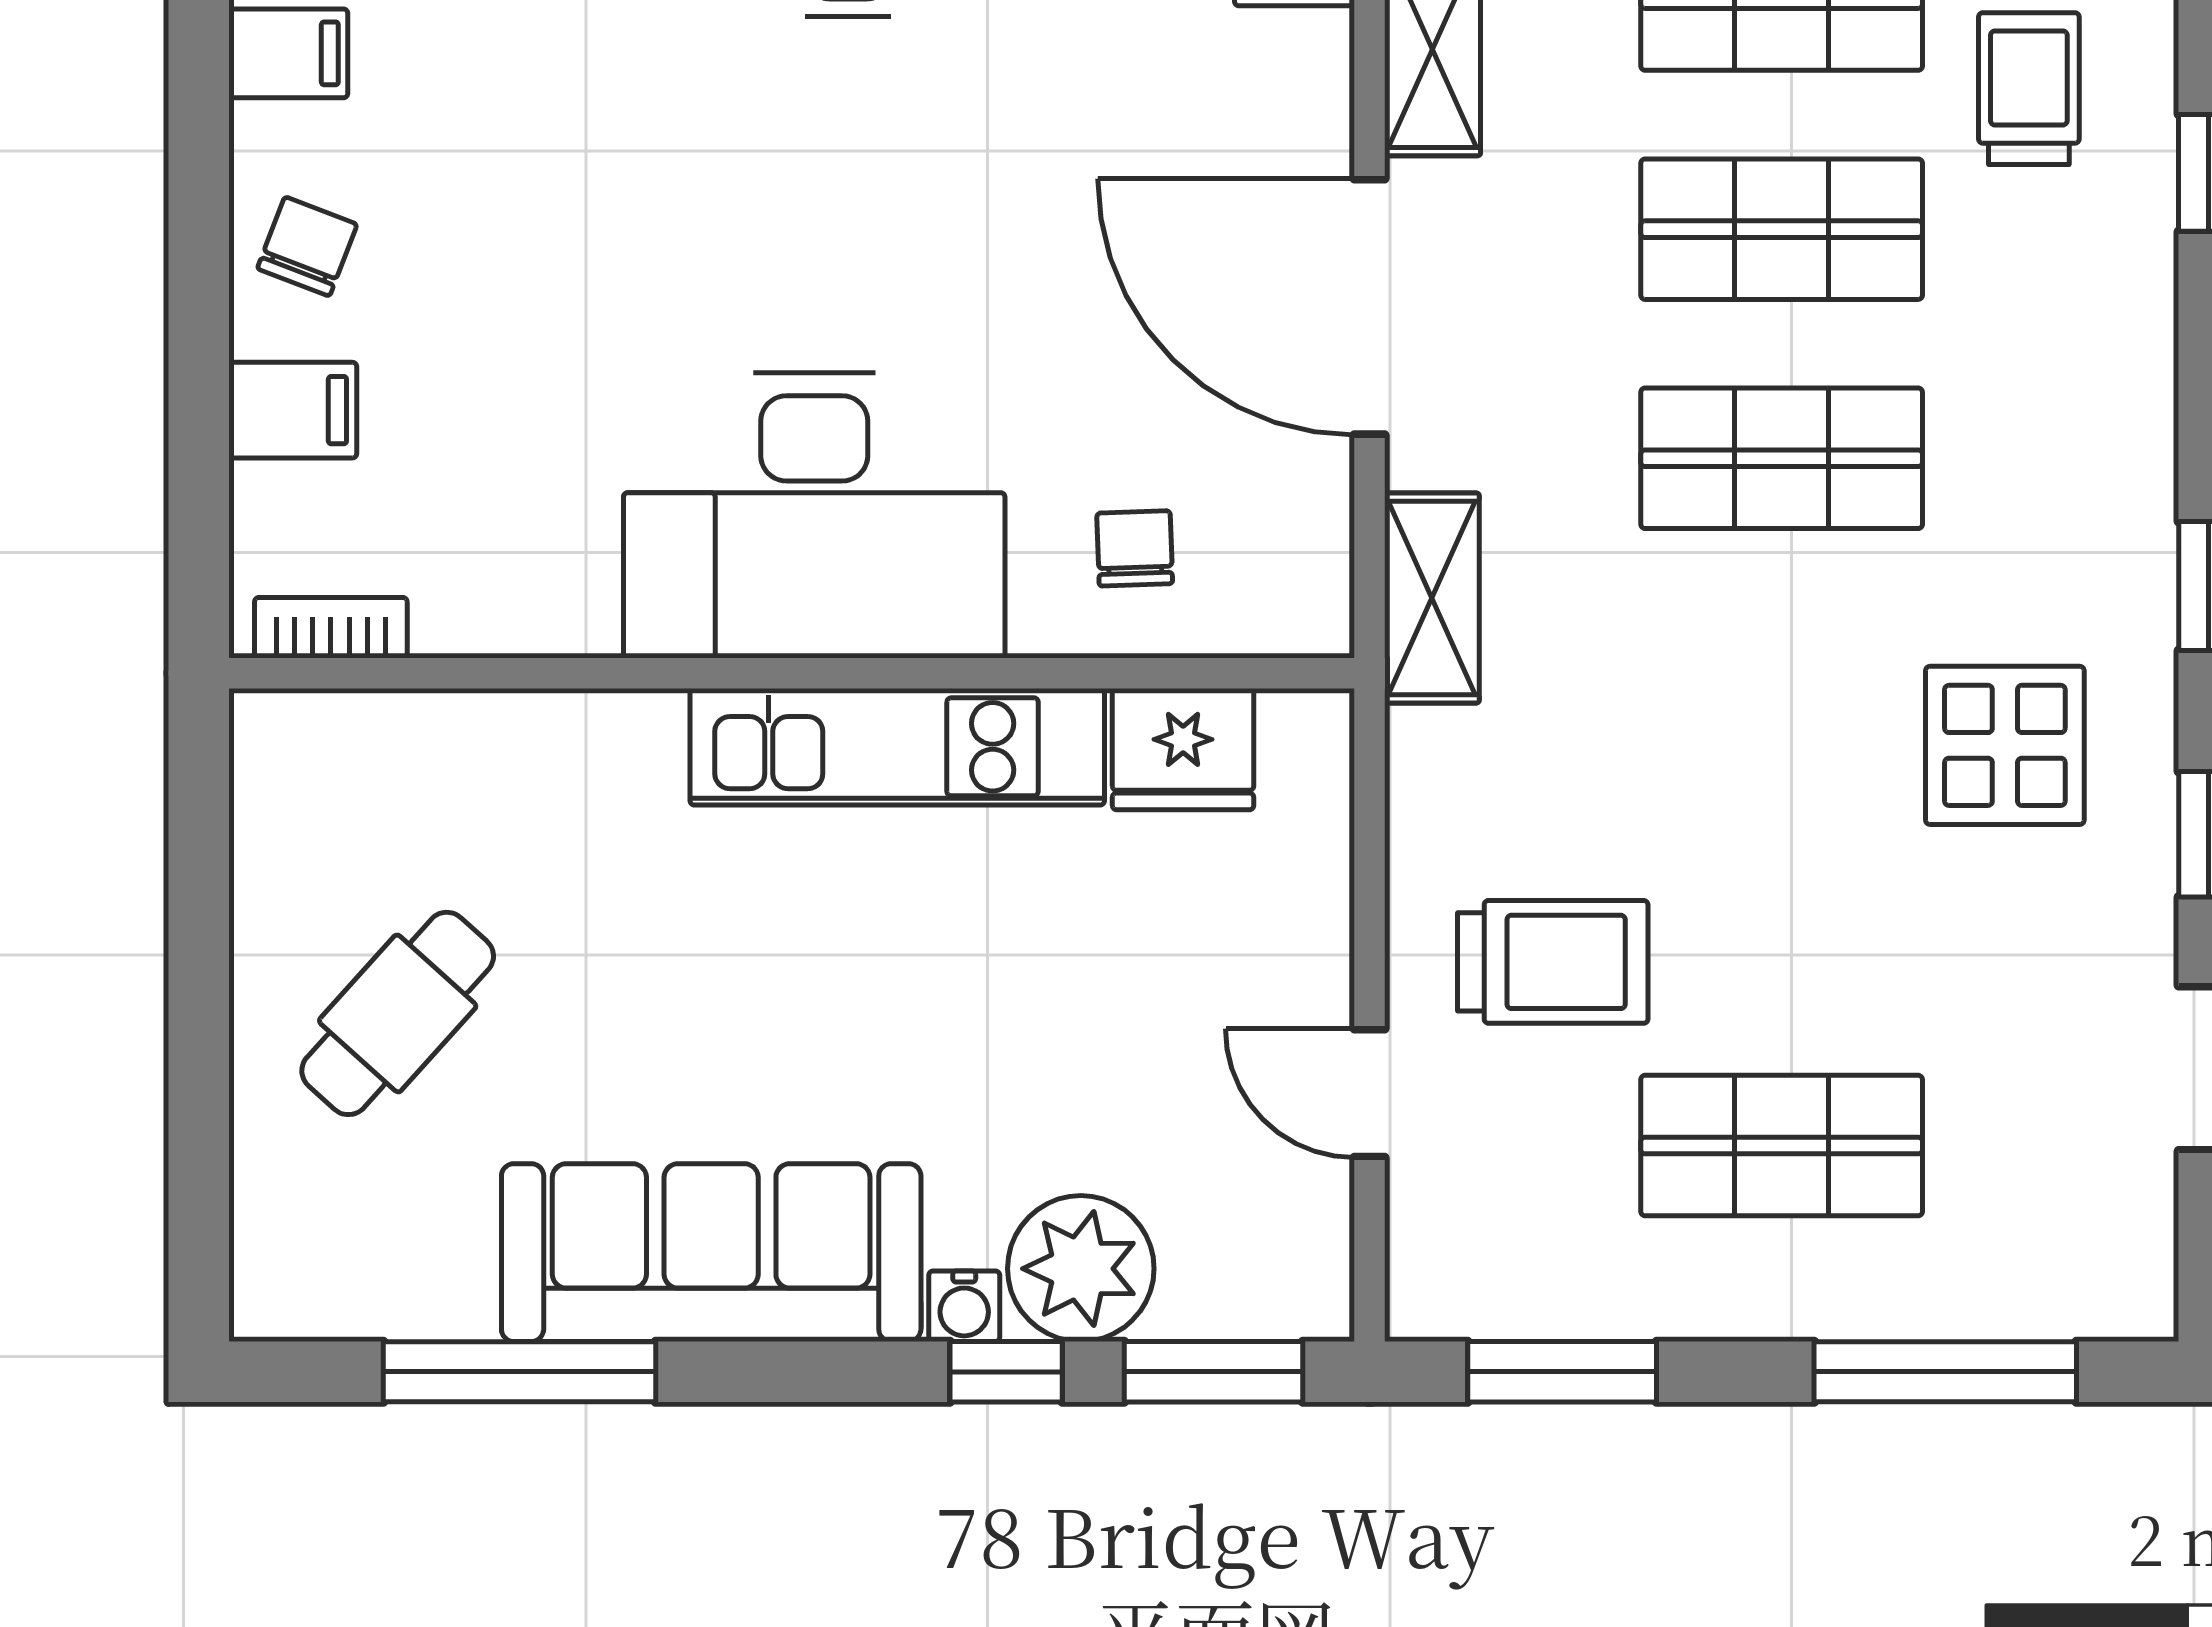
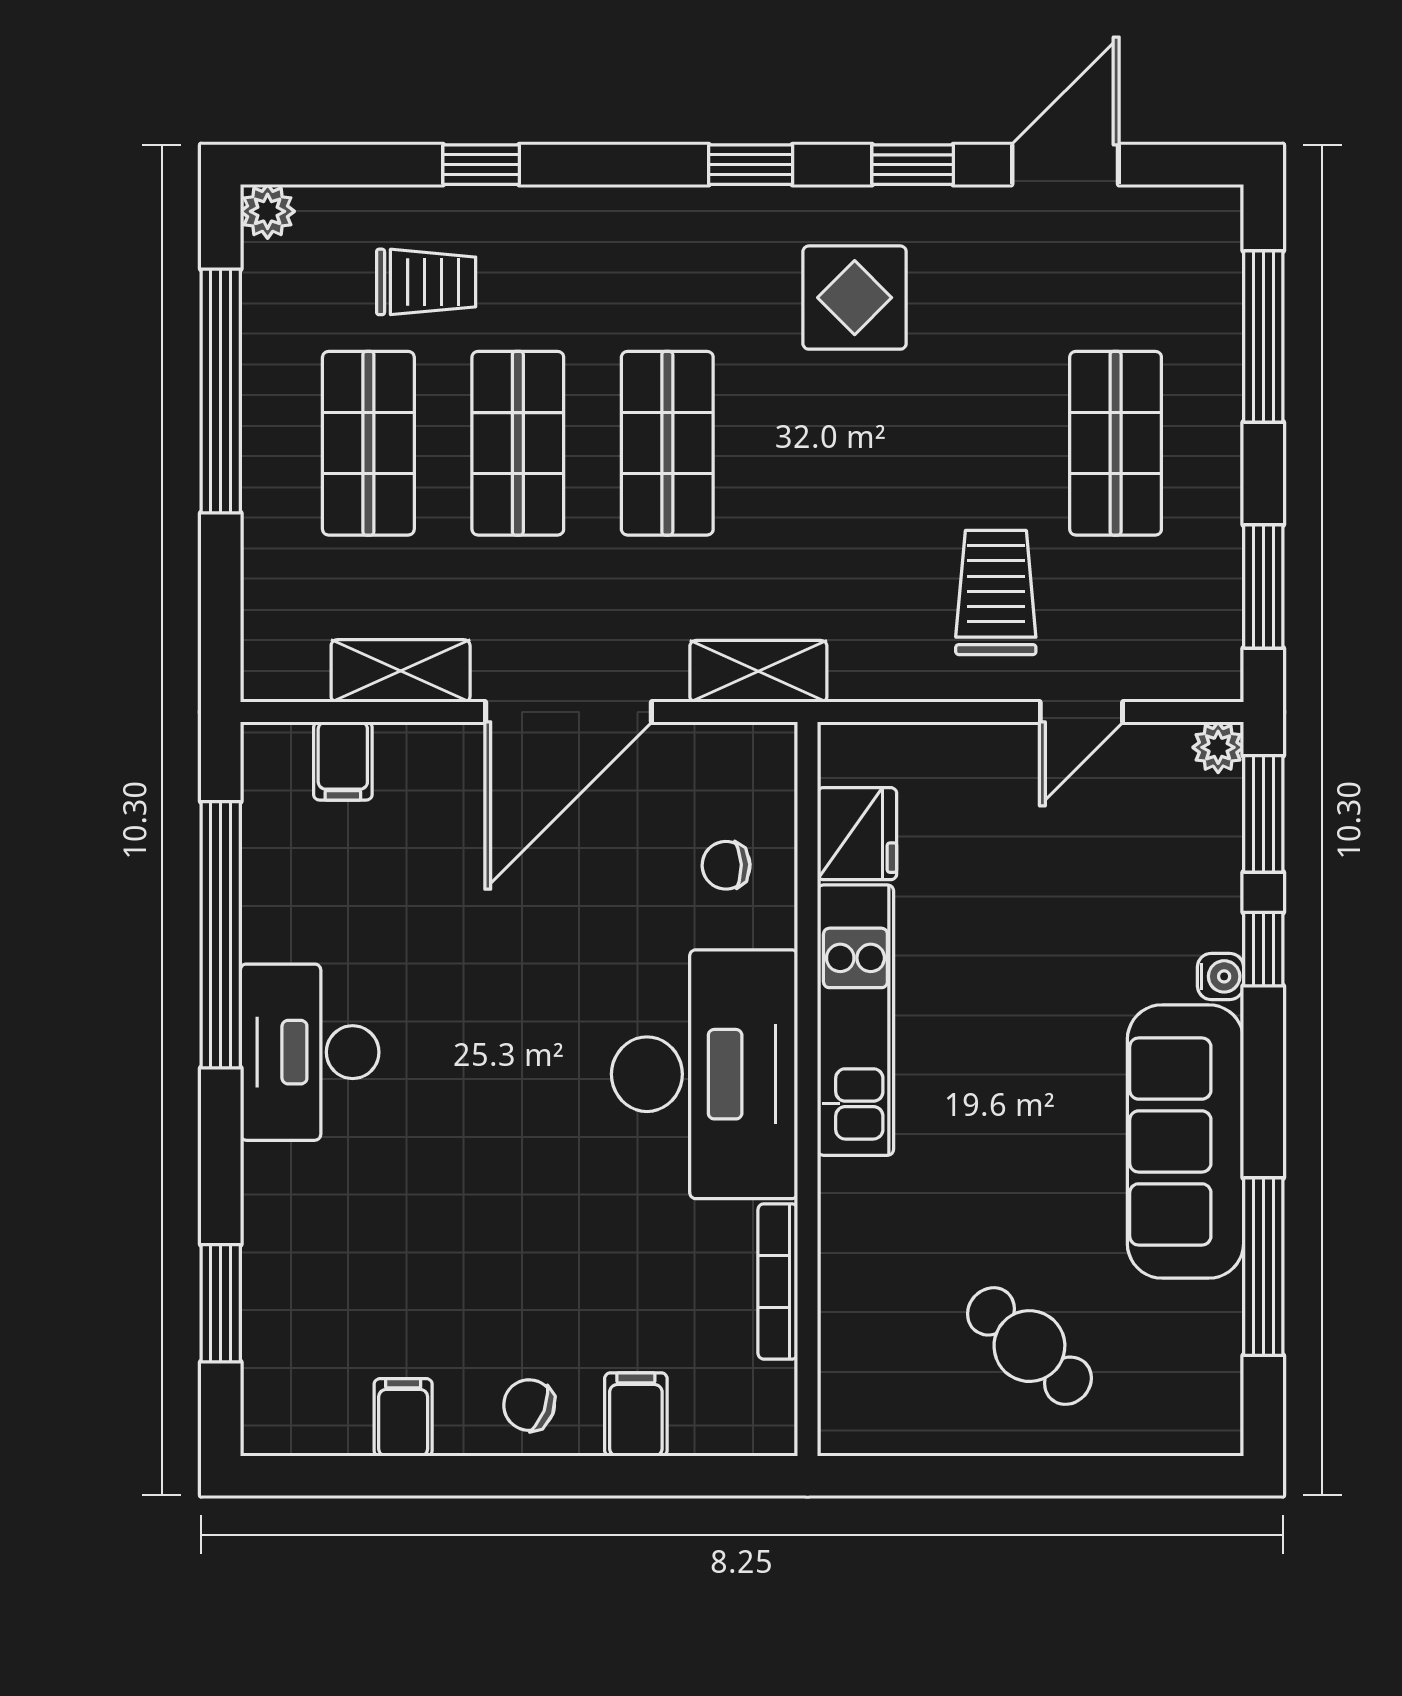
trolley: (2029, 89) -> (426, 282), turned 180
bookcase: (331, 628) -> (778, 1281), moved, width x1.56
plant: (1081, 1269) -> (1218, 747), moved, width x0.53, depth x0.53

